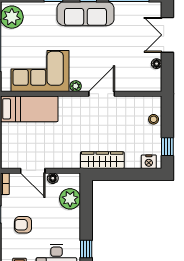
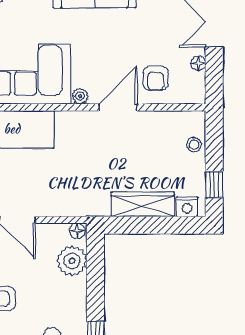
armchair: (127, 74) -> (156, 78), added
wardrobe: (102, 160) -> (143, 204), moved
floor lamp: (53, 178) -> (77, 231), moved

